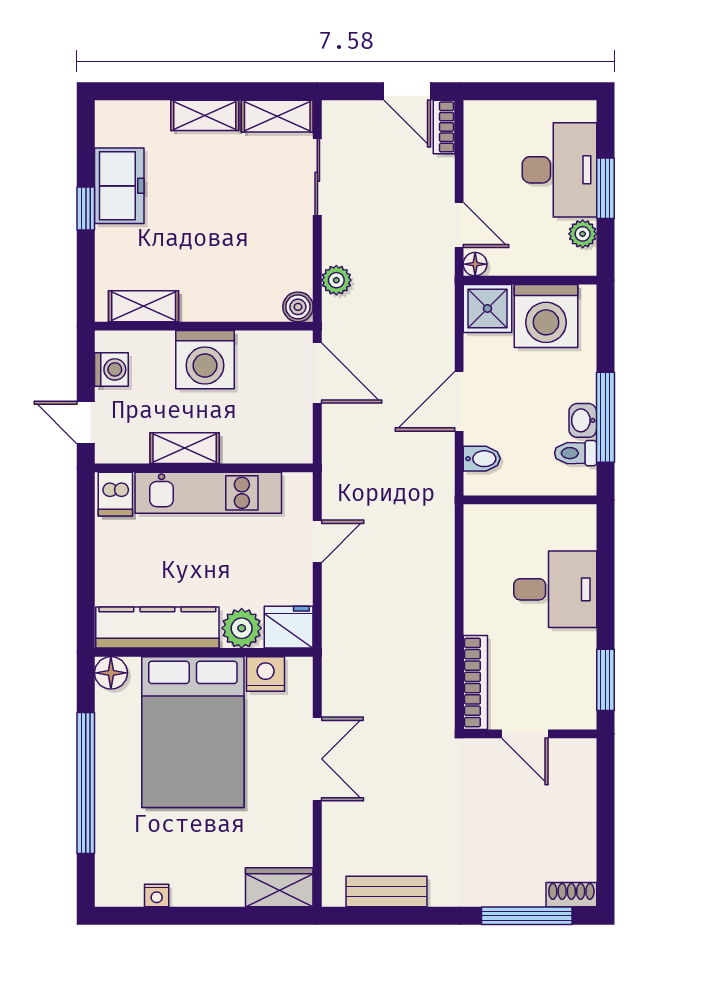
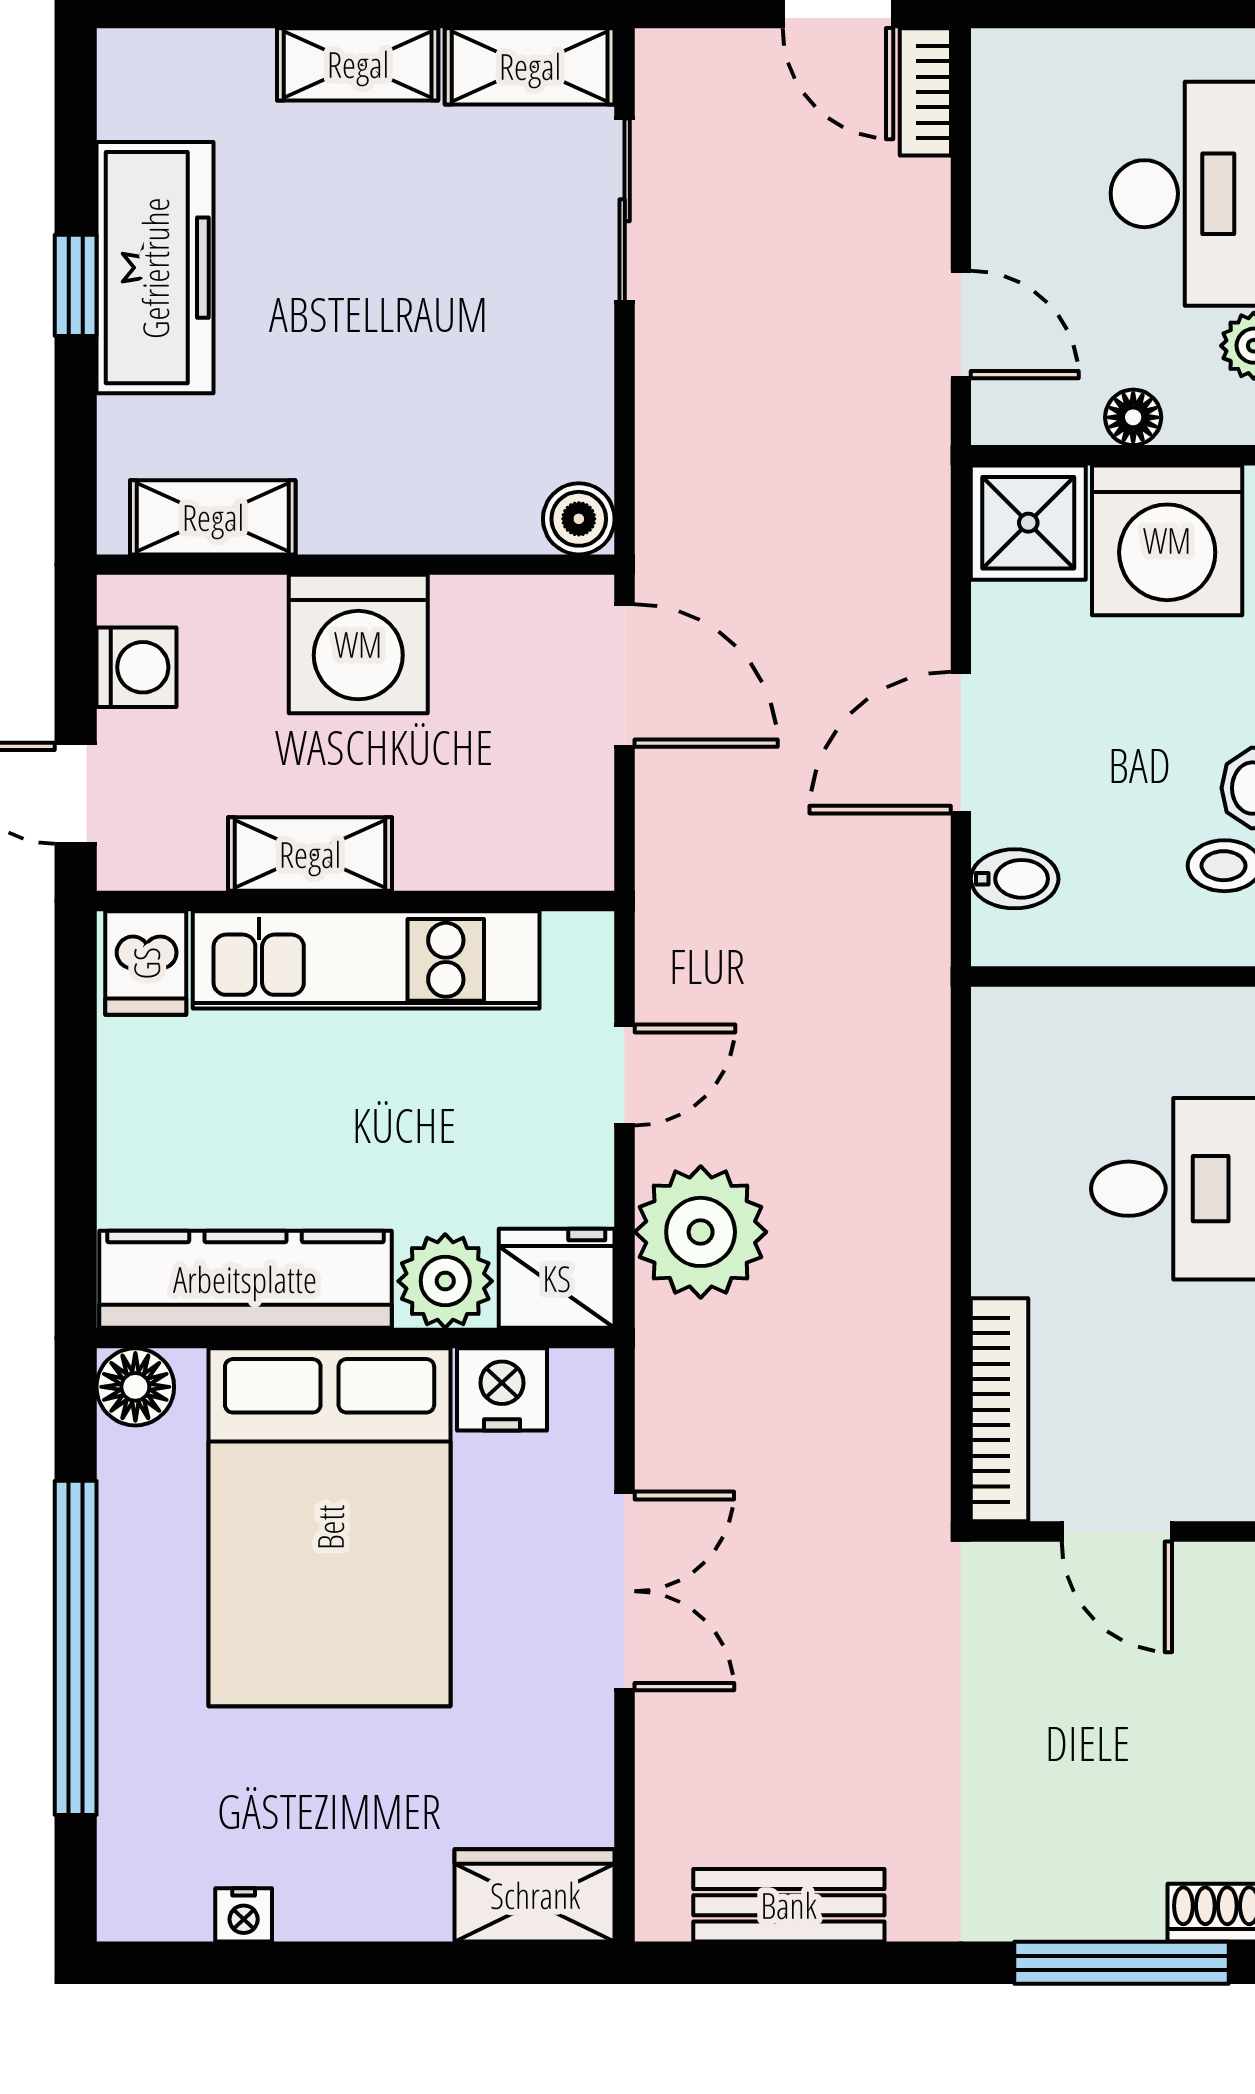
freezer: (119, 186) -> (155, 268), width x1.40
floor lamp: (475, 264) -> (1133, 417), moved
plant: (336, 280) -> (701, 1232), moved, width x1.87, depth x1.87

